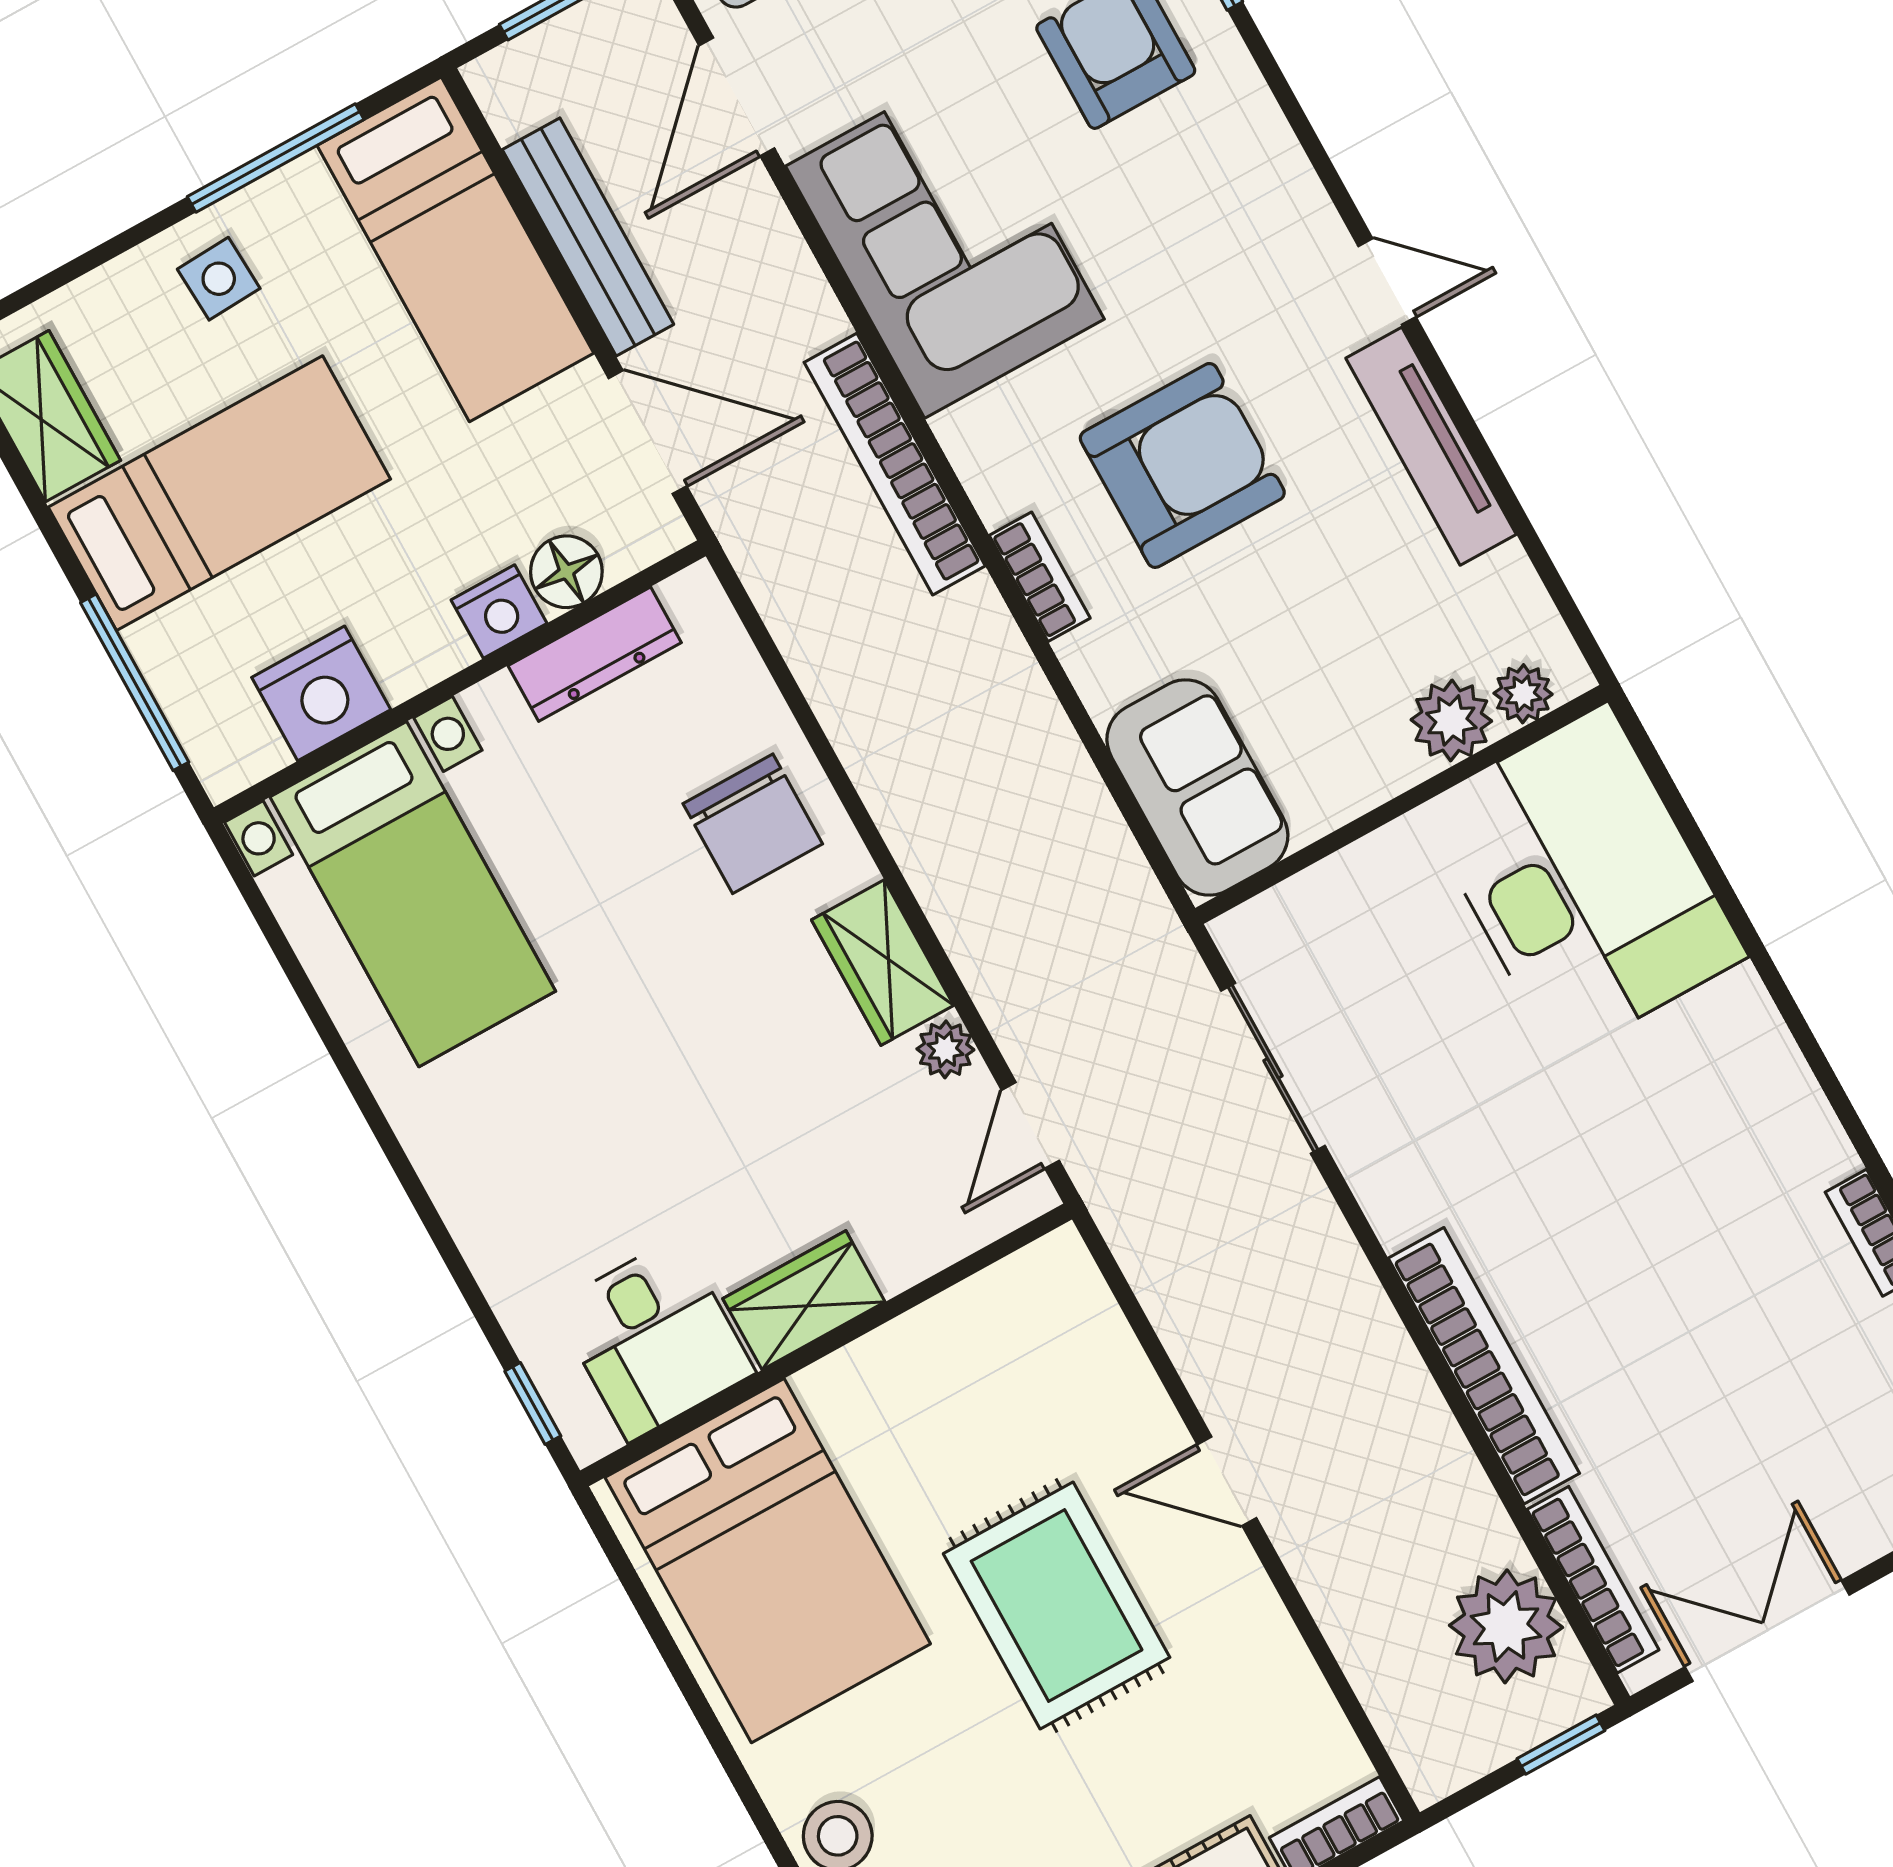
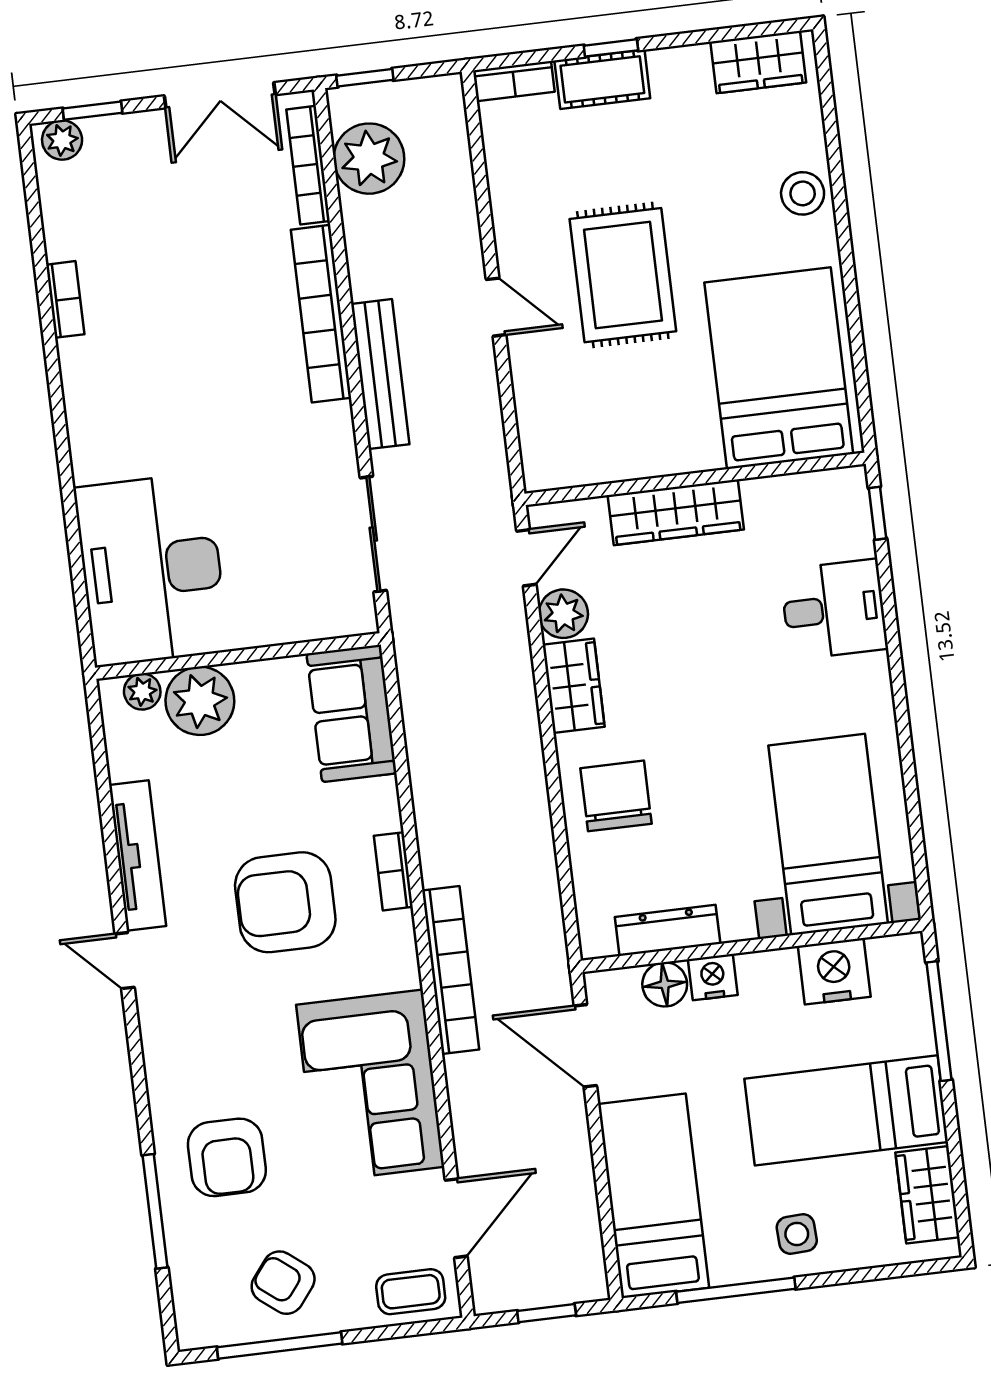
bench: (588, 237) -> (380, 374), moved
plant: (1451, 720) -> (200, 701), width x1.36, depth x1.36
plant: (945, 1049) -> (563, 614), width x1.38, depth x1.38
wardrobe: (804, 1300) -> (676, 512), width x1.50
desk: (654, 1339) -> (834, 609), moved, turned 90

